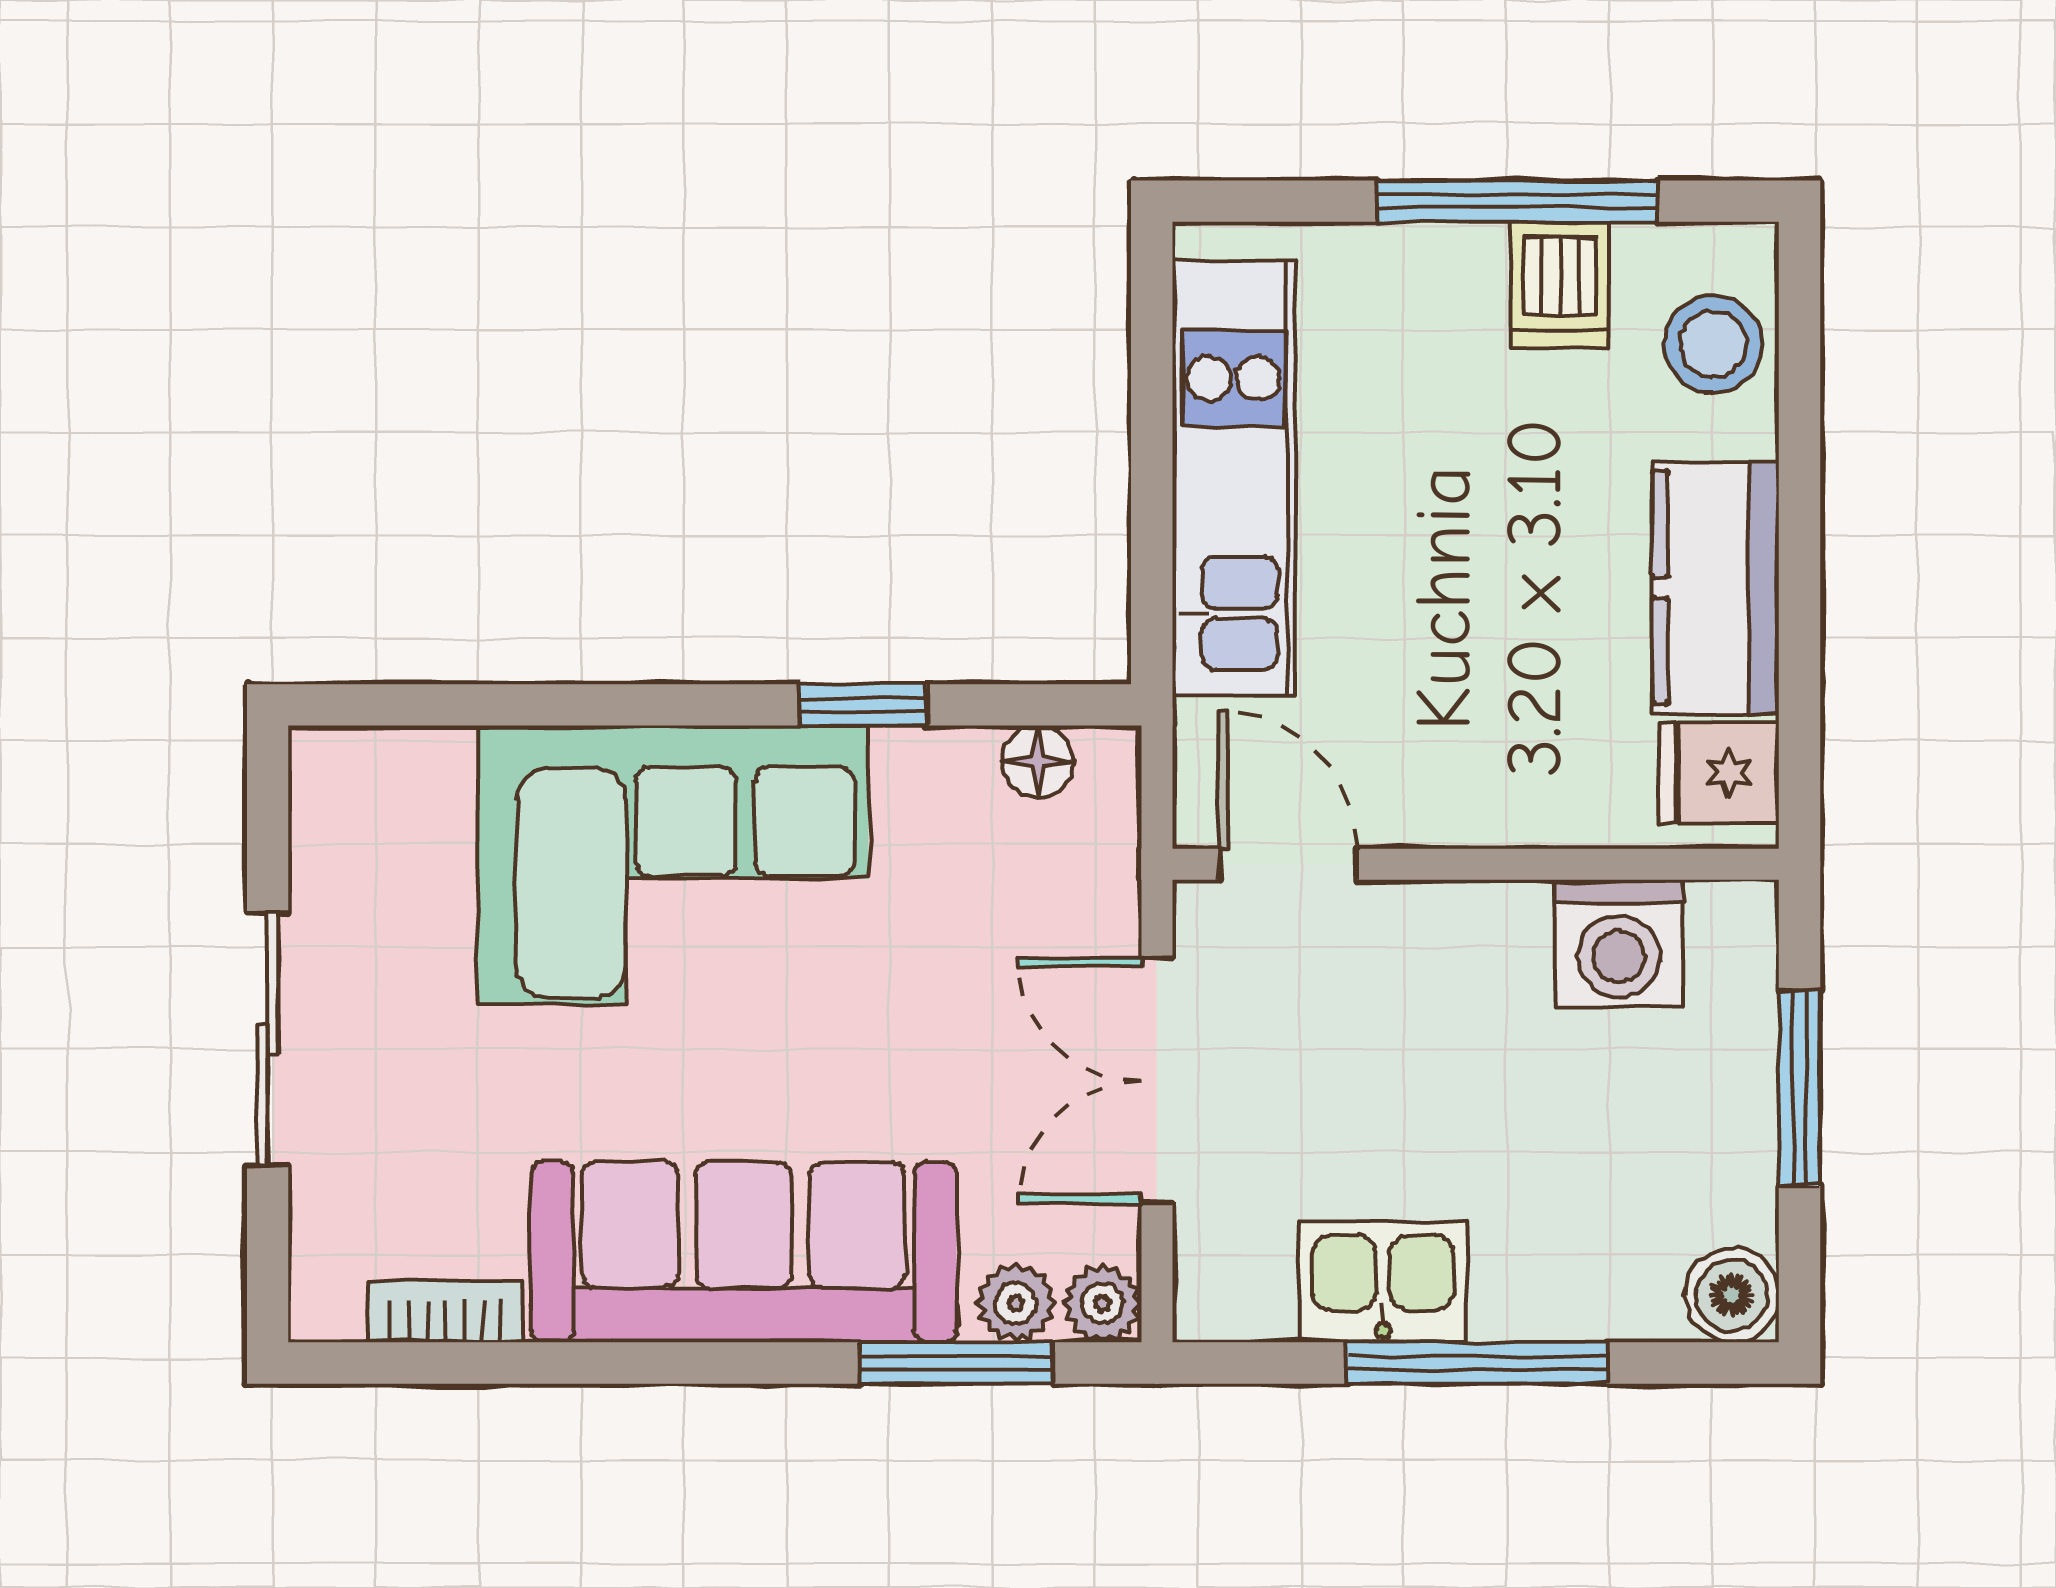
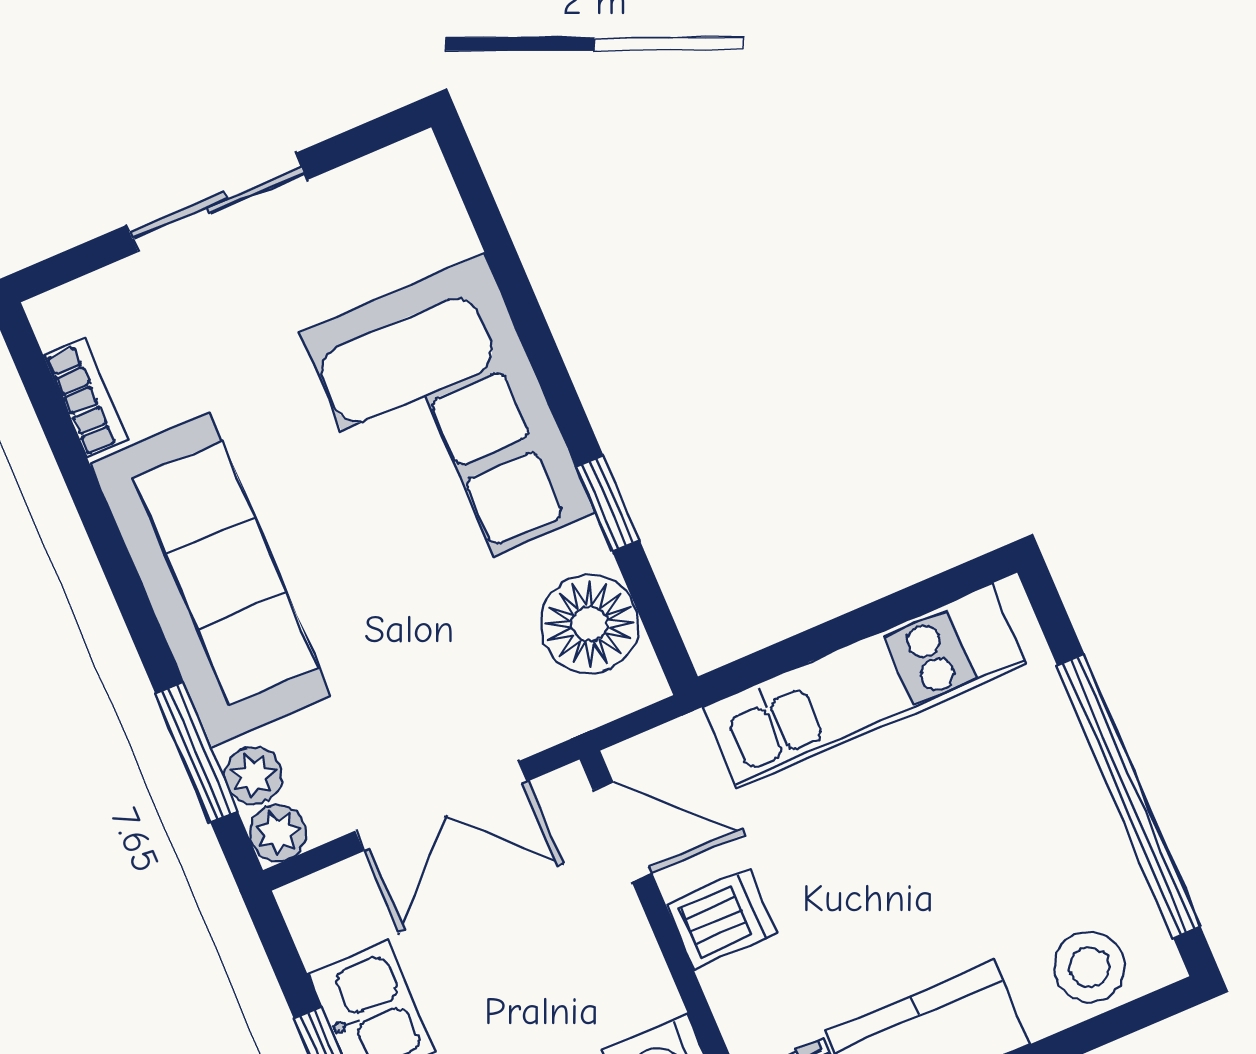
window: (1517, 201) -> (1129, 796), width x1.46
dishwasher: (1560, 285) -> (721, 919), moved, turned 180
floor lamp: (1038, 761) -> (590, 624), width x1.89, depth x1.89
door: (1288, 864) -> (623, 832), hinge flipped
double door: (1157, 1081) -> (442, 806), swing flipped

